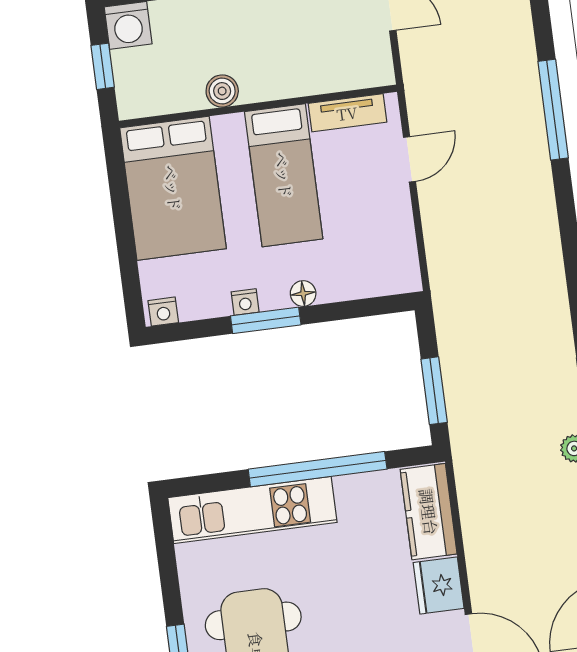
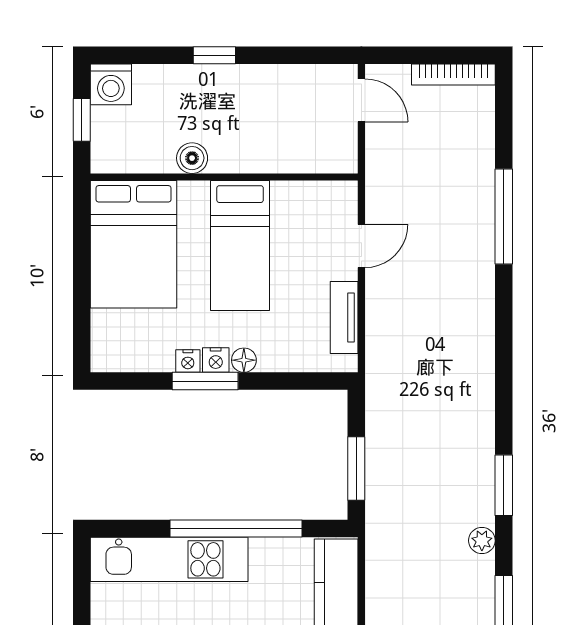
tv unit: (347, 113) -> (344, 317), moved, turned 90
nightstand: (163, 312) -> (216, 360), moved

